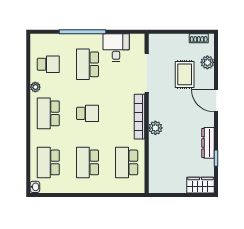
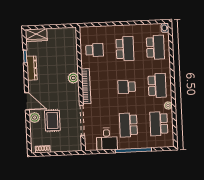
plant: (207, 62) -> (35, 118), moved
school desk: (48, 64) -> (159, 124), width x1.85
school desk: (87, 64) -> (128, 125), turned 180
school desk: (127, 162) -> (94, 50), width x0.54

